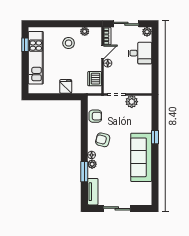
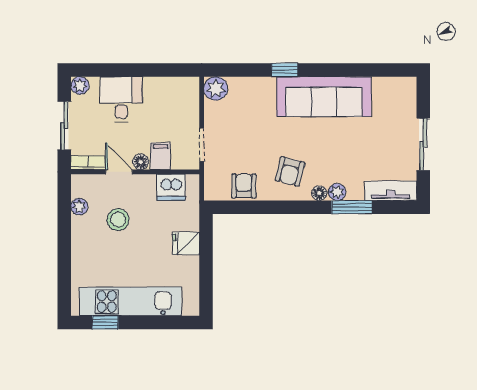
stool: (69, 43) -> (118, 220), moved
filing cabinet: (111, 73) -> (161, 156), added
plant: (132, 102) -> (216, 88), moved

